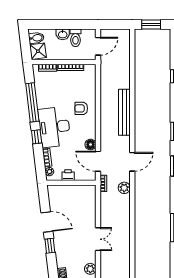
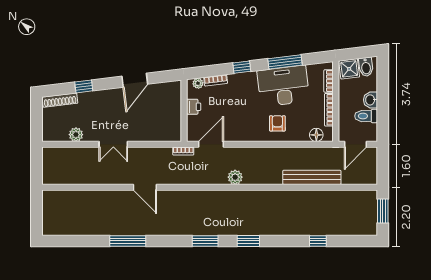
door: (98, 46) -> (355, 144), hinge flipped
window: (32, 102) -> (285, 62), width x0.68
bench: (124, 112) -> (312, 177), moved
desk: (54, 127) -> (283, 86), moved
floor lamp: (90, 145) -> (316, 135), moved
door: (132, 162) -> (145, 187), moved
plant: (124, 188) -> (235, 177), moved
window: (50, 246) -> (84, 86), moved

